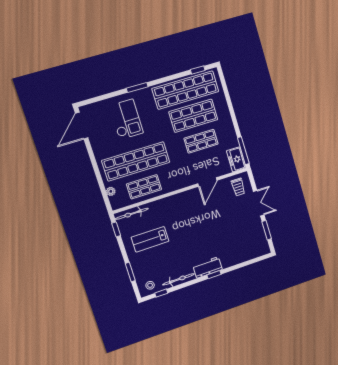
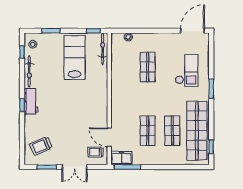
shop shelf: (193, 116) -> (172, 131), width x0.70, depth x0.74
checkout: (126, 119) -> (187, 70), turned -90
door: (82, 126) -> (193, 31), hinge flipped
shop shelf: (136, 161) -> (148, 67), width x0.50, depth x0.74
door: (207, 182) -> (109, 137), moved
shop shelf: (144, 187) -> (123, 67), removed
lab bench: (150, 239) -> (75, 58), width x1.36, depth x1.39
trolley: (248, 243) -> (41, 146), added

